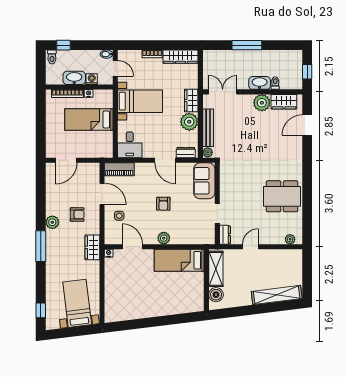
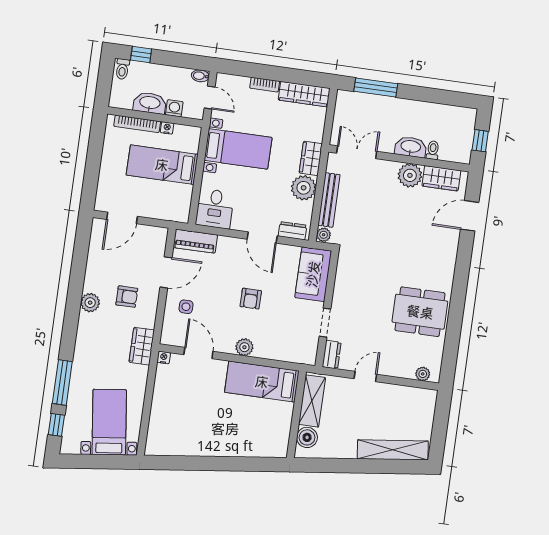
window: (247, 45) -> (376, 88), moved
door: (102, 194) -> (166, 272), hinge flipped
window: (41, 246) -> (62, 383), moved

